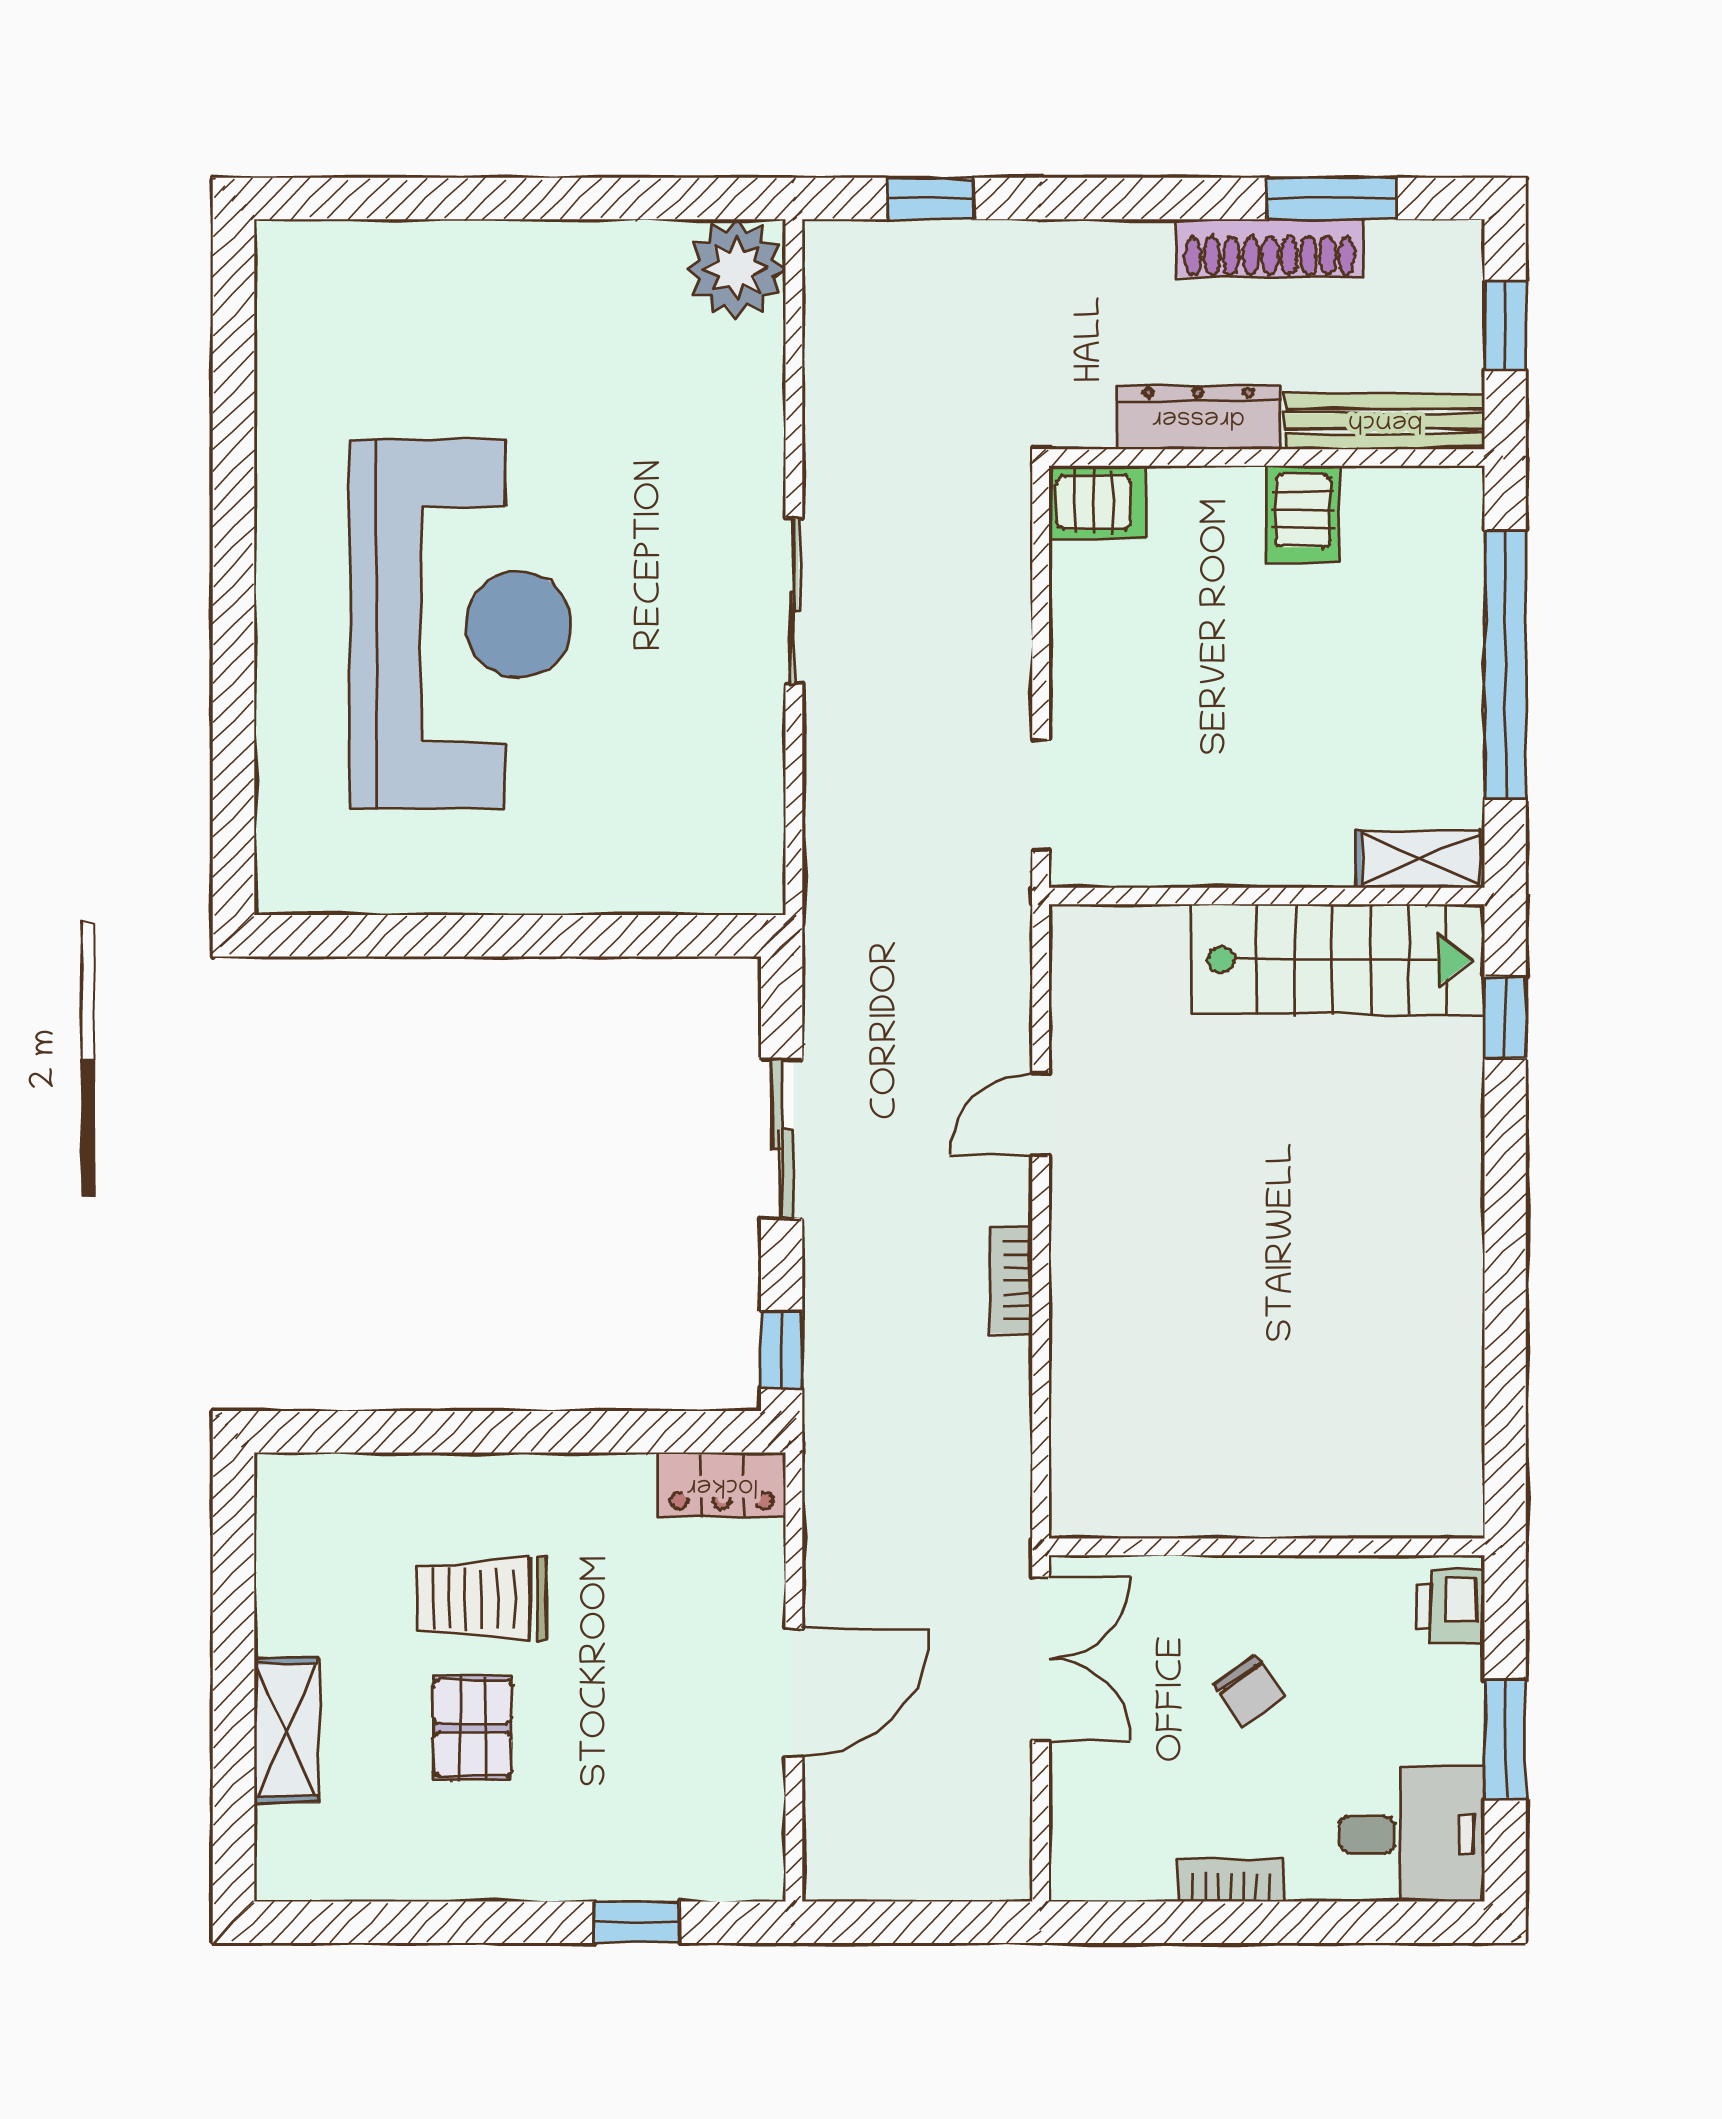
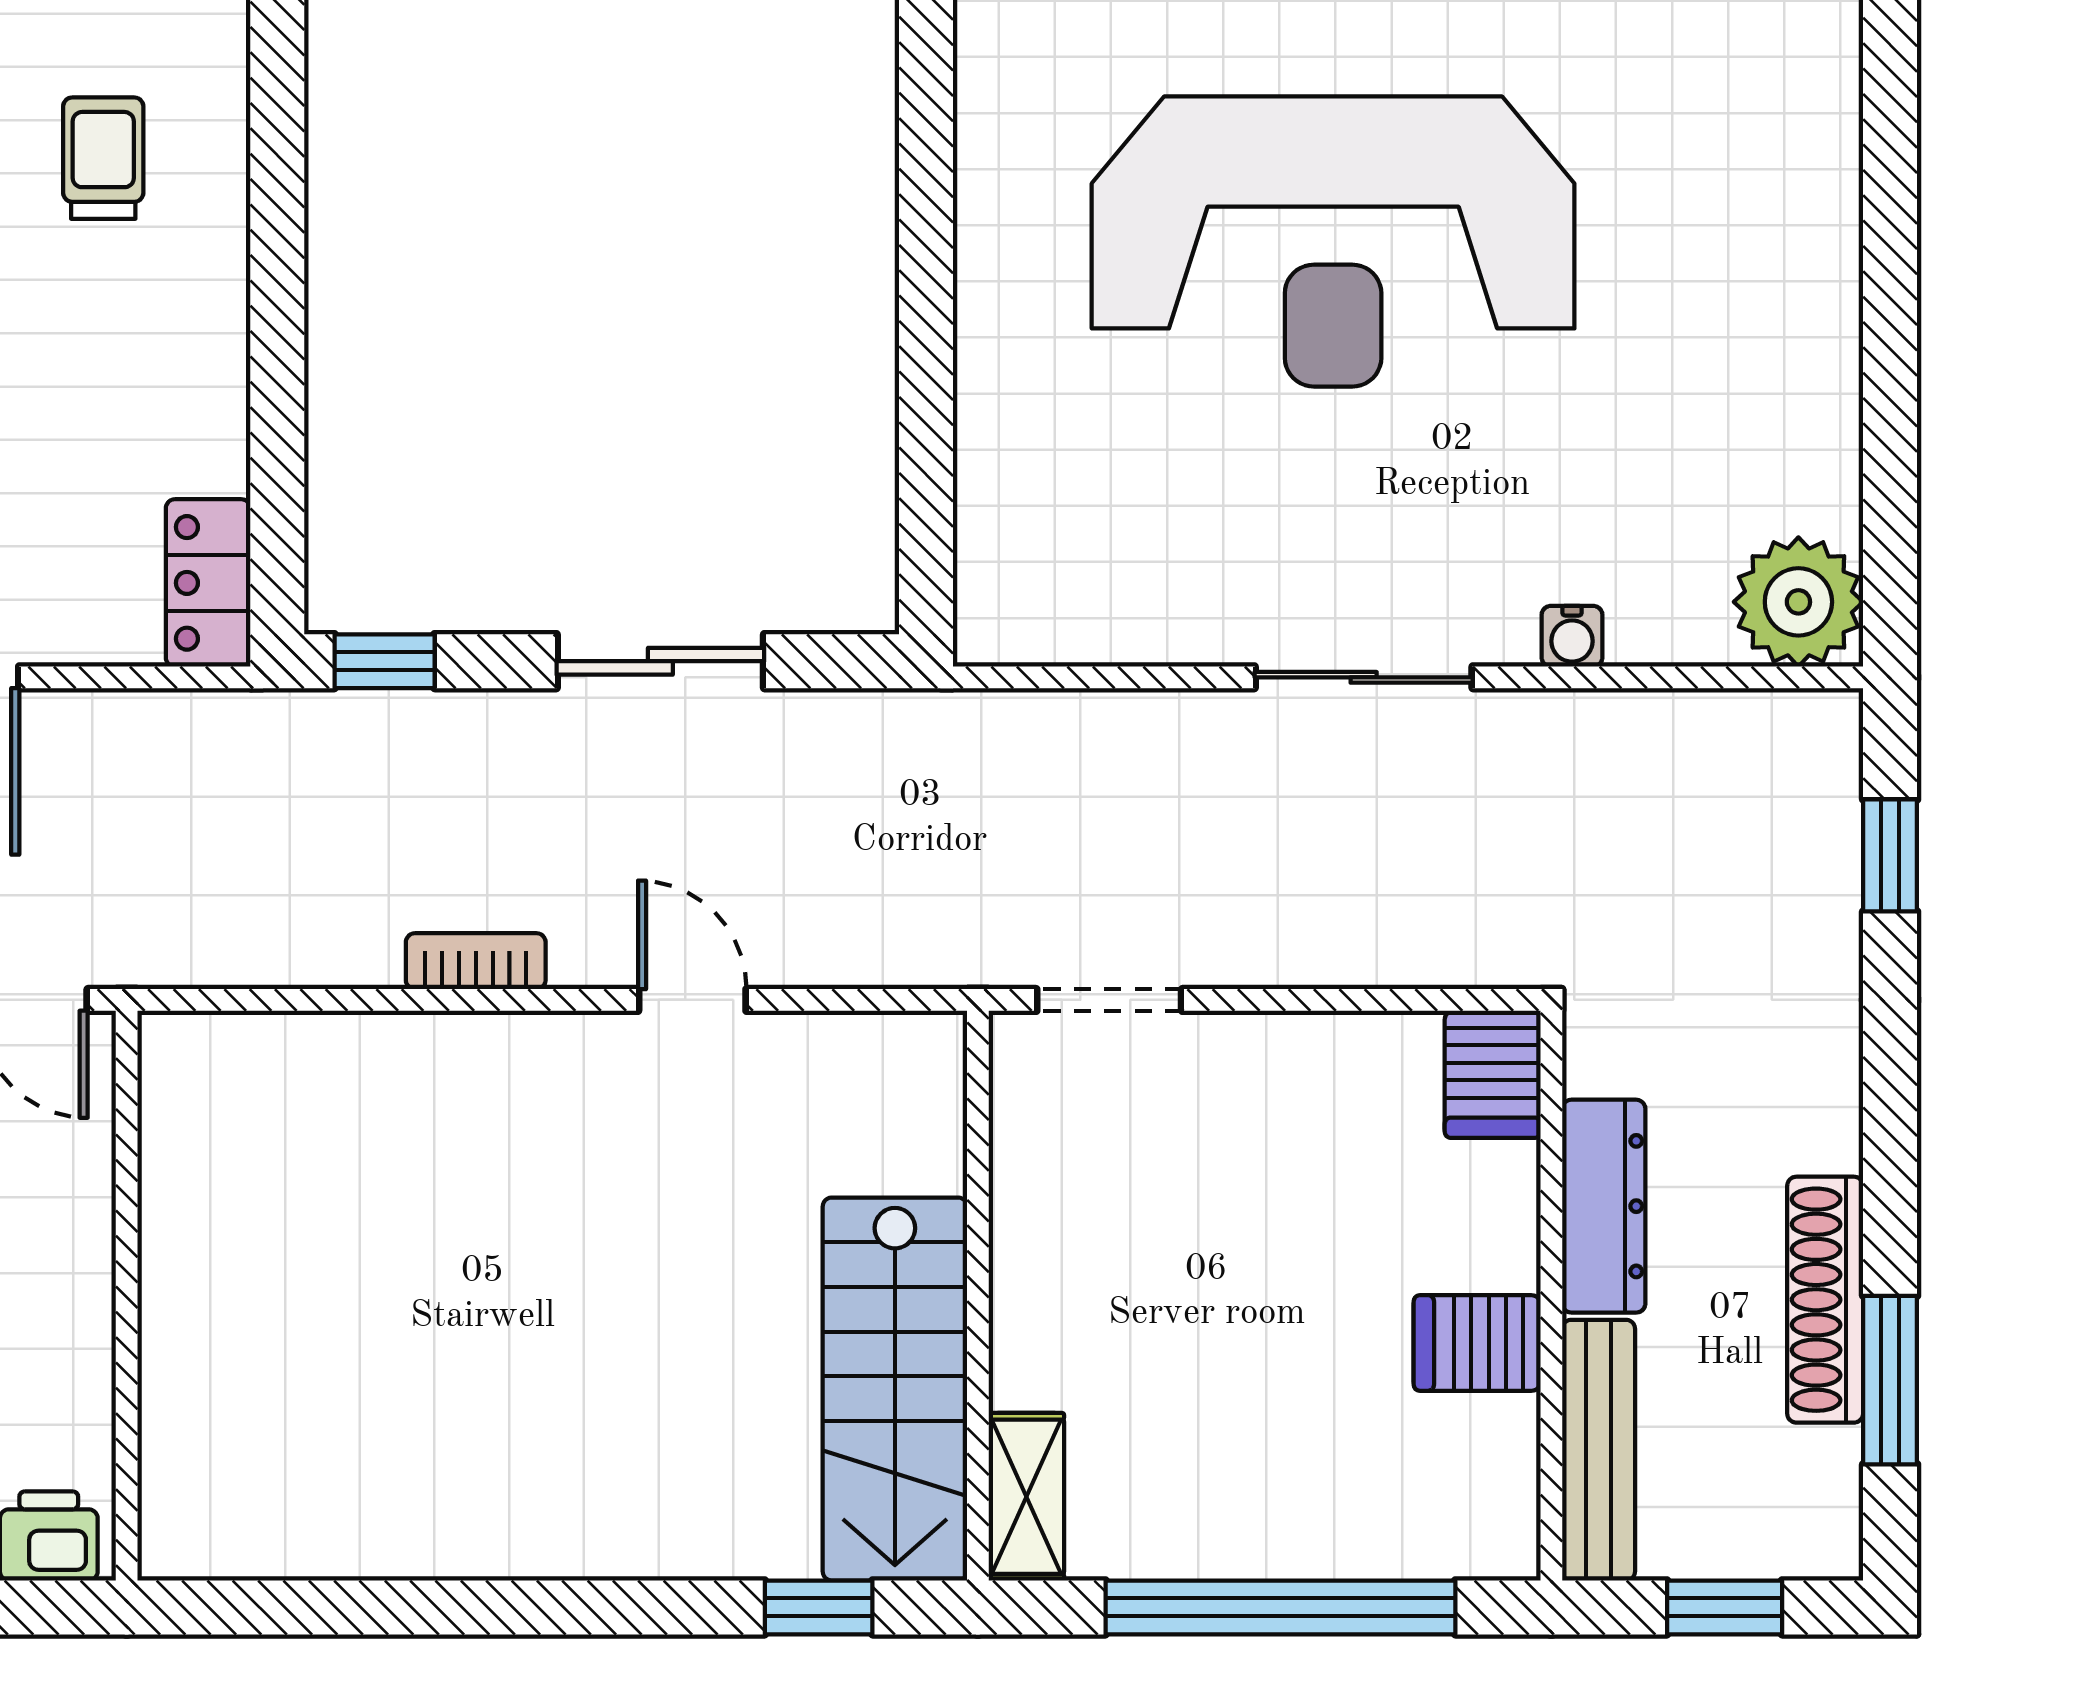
water cooler: (762, 442) -> (1572, 636), added
trolley: (483, 1599) -> (103, 158), moved, width x0.73, depth x0.72

